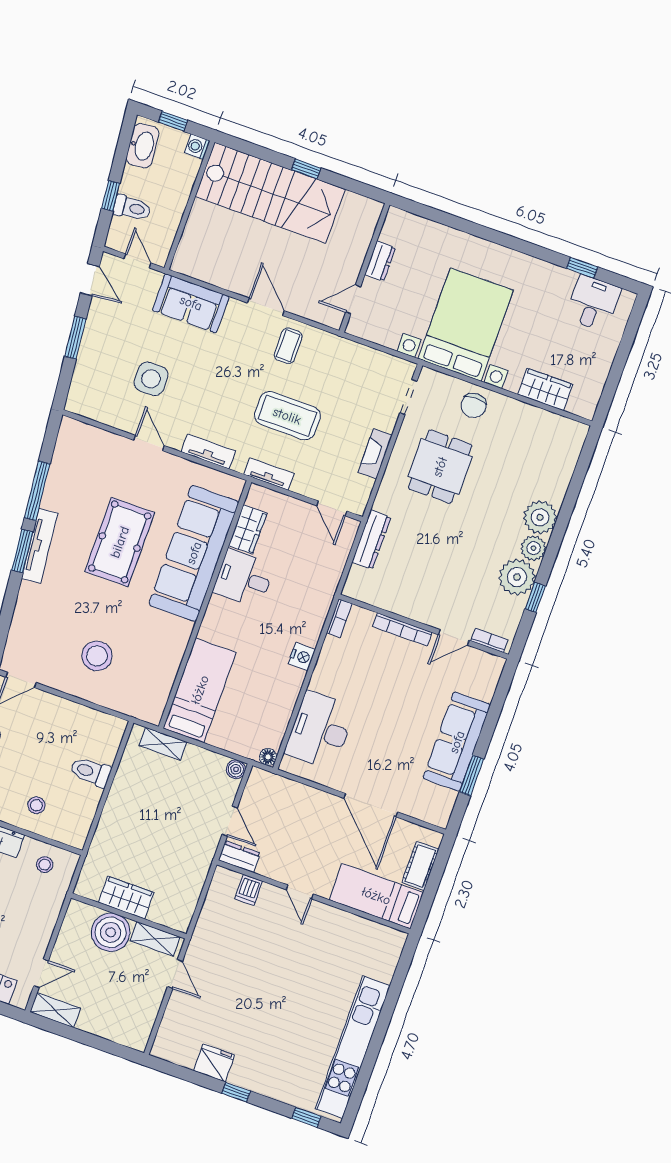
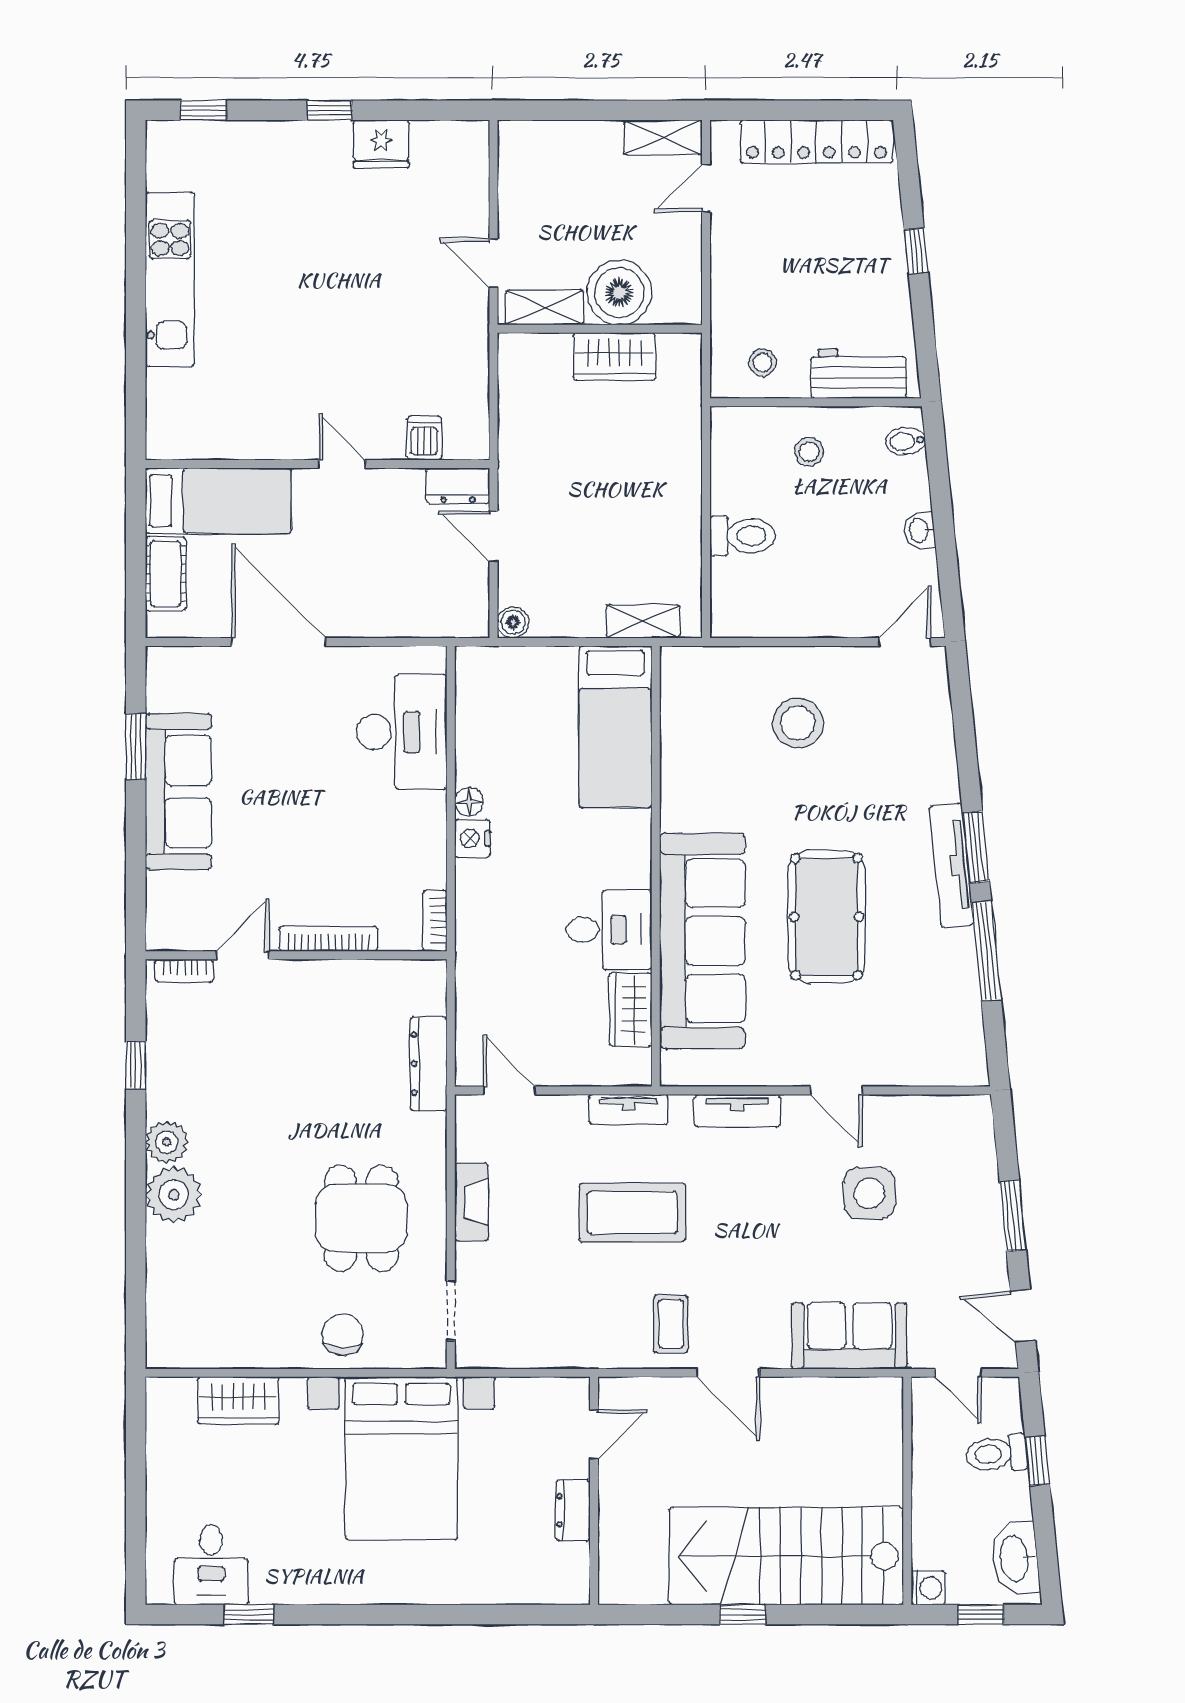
plant: (517, 577) -> (176, 1087), removed
floor lamp: (268, 757) -> (469, 802), moved
kitchen unit: (353, 1047) -> (170, 279), width x0.73

